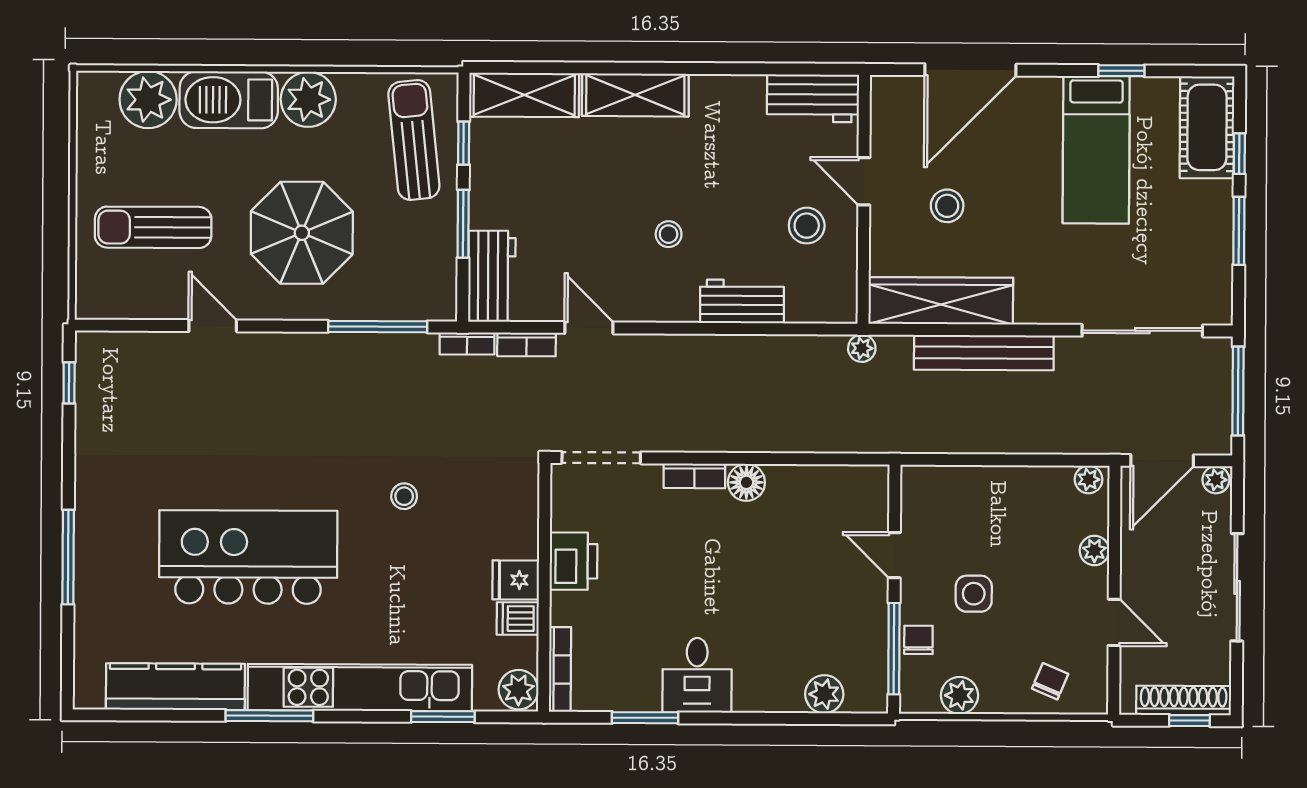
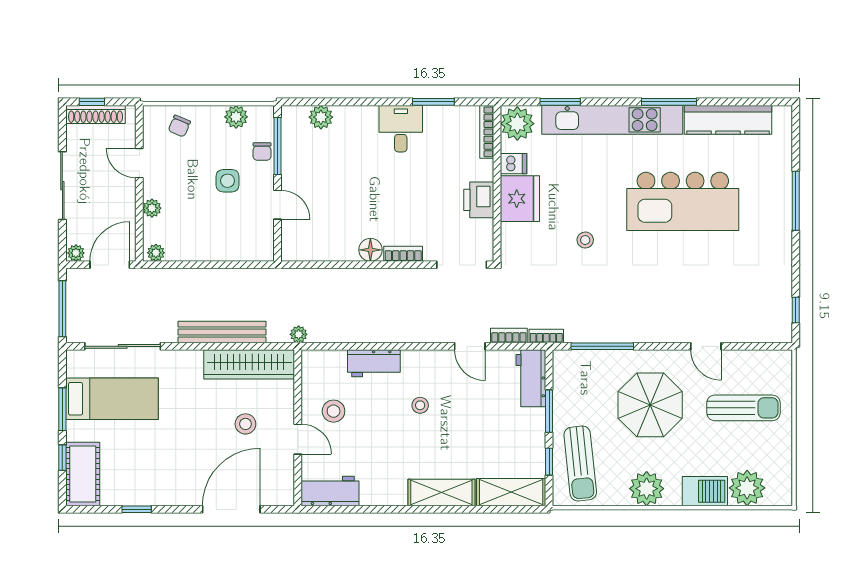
barbecue: (229, 100) -> (705, 491), width x0.73, depth x0.83
bed: (1096, 150) -> (112, 399), moved, turned 90
fridge: (516, 580) -> (520, 199), width x1.88, depth x1.34
plant: (518, 690) -> (517, 124), width x1.36, depth x1.36

